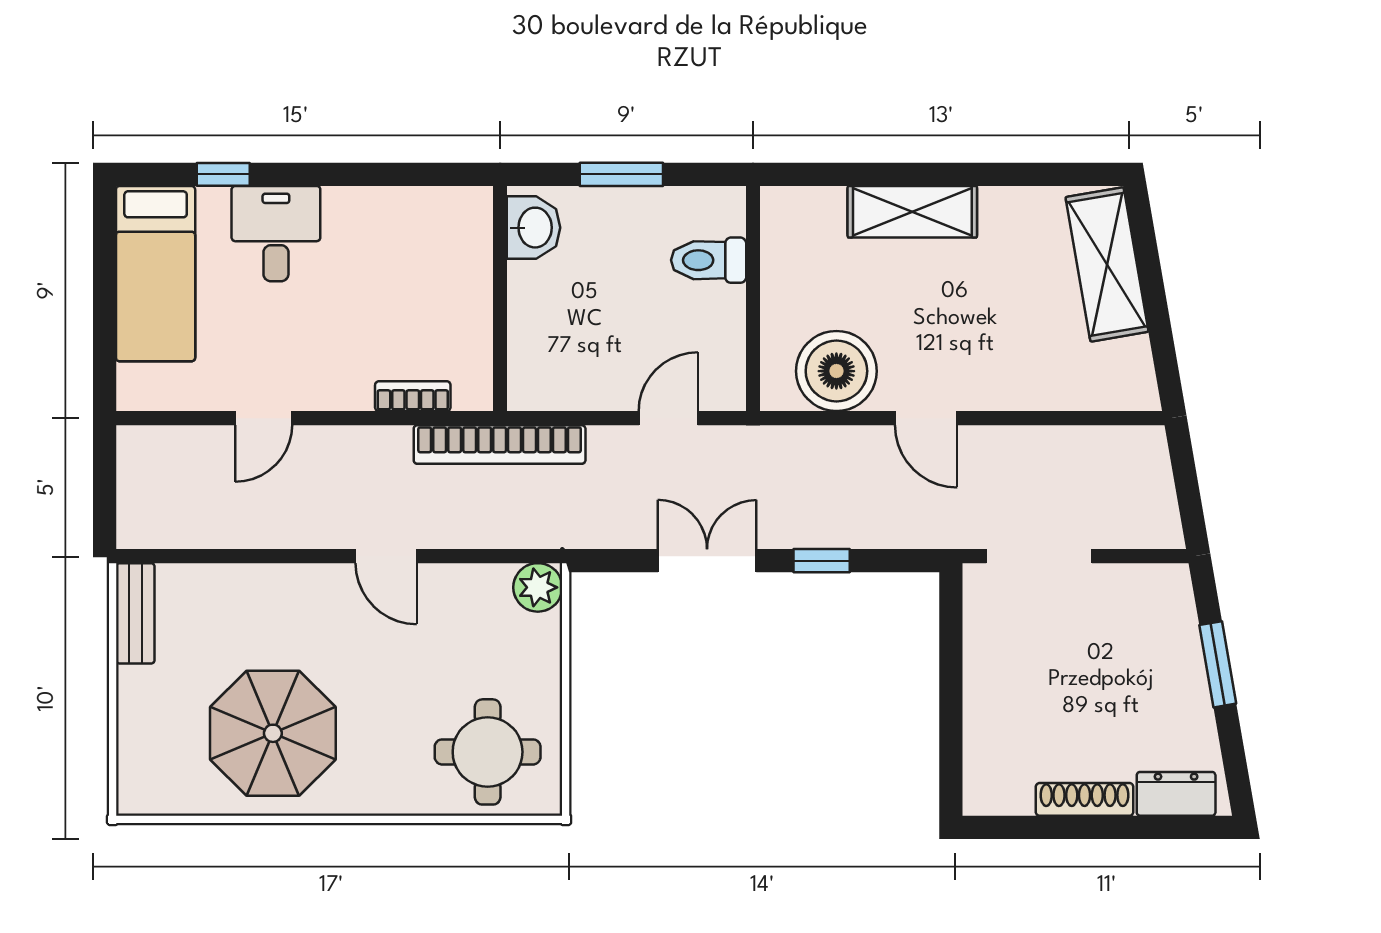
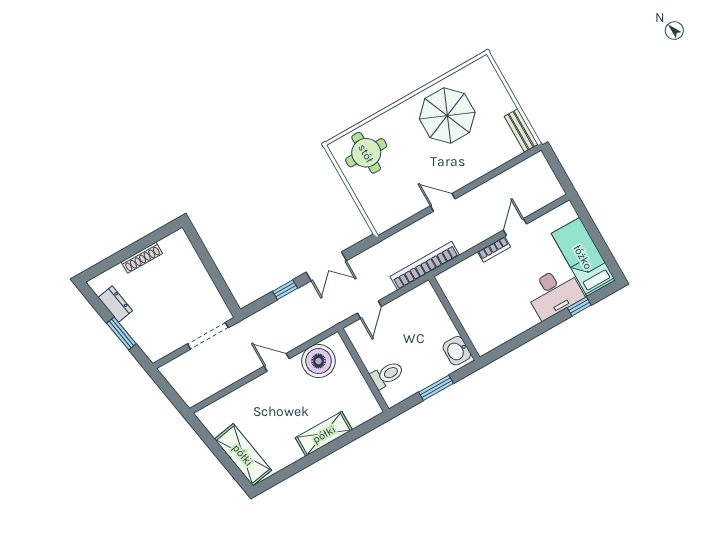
desk: (276, 234) -> (554, 293), width x1.37
bookcase: (413, 396) -> (494, 249), moved
plant: (538, 587) -> (382, 222), removed
dresser: (1176, 794) -> (115, 304), moved, turned -100

